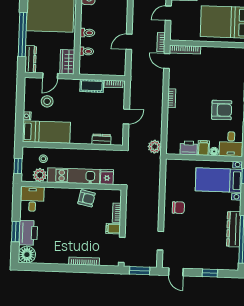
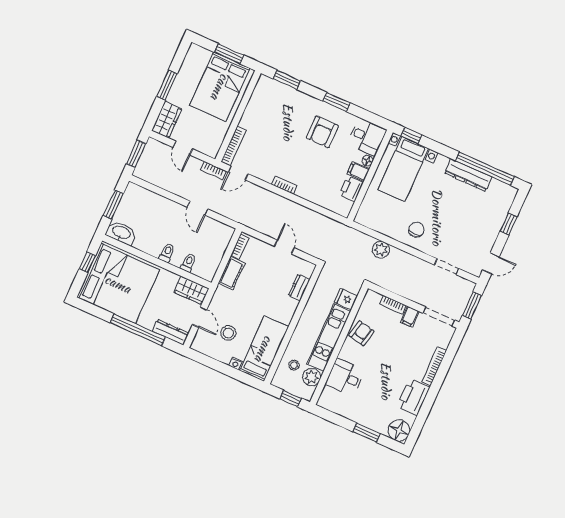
armchair: (222, 110) -> (322, 132), turned 180
plant: (155, 147) -> (381, 250), moved
desk: (32, 199) -> (345, 377), moved
printer: (28, 233) -> (413, 397), moved, turned -90

